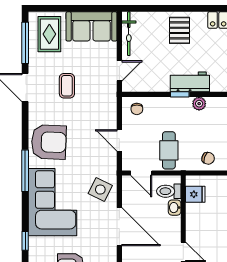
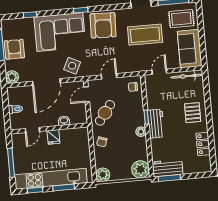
pallet: (179, 30) -> (193, 113), turned 90
door: (119, 71) -> (159, 72), swing flipped
coffee table: (67, 86) -> (145, 35), width x1.86, depth x1.72
cafe table: (169, 150) -> (105, 113), turned -53
window: (25, 171) -> (81, 10), width x0.46
toilet: (169, 191) -> (75, 115), removed
fridge: (195, 194) -> (53, 137), moved

